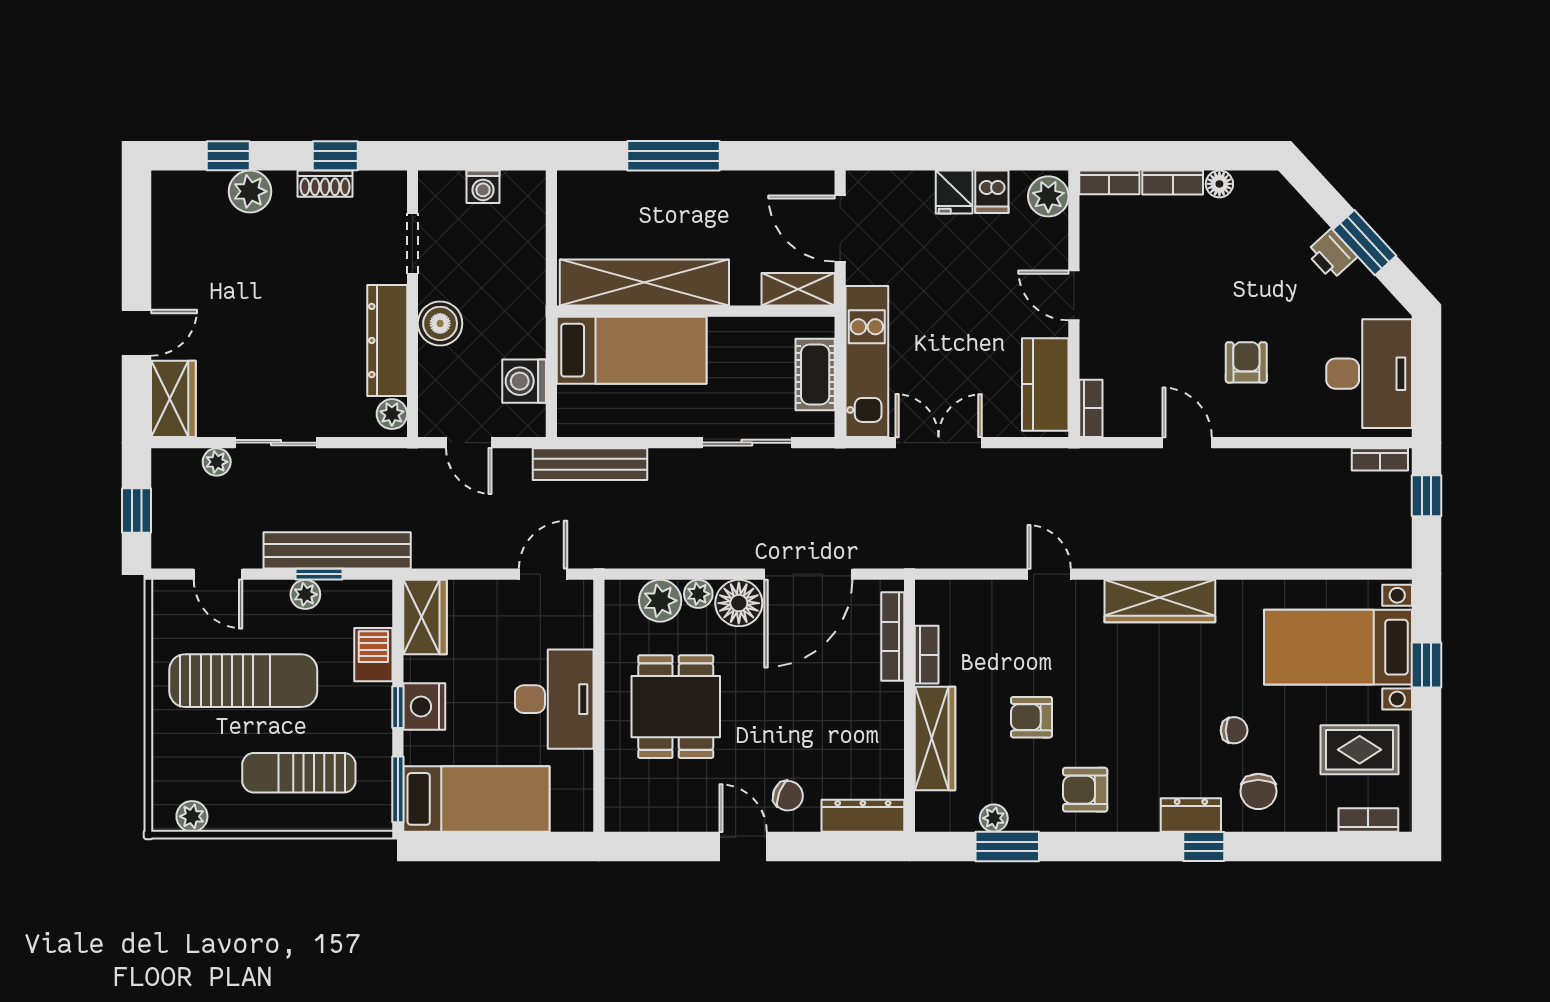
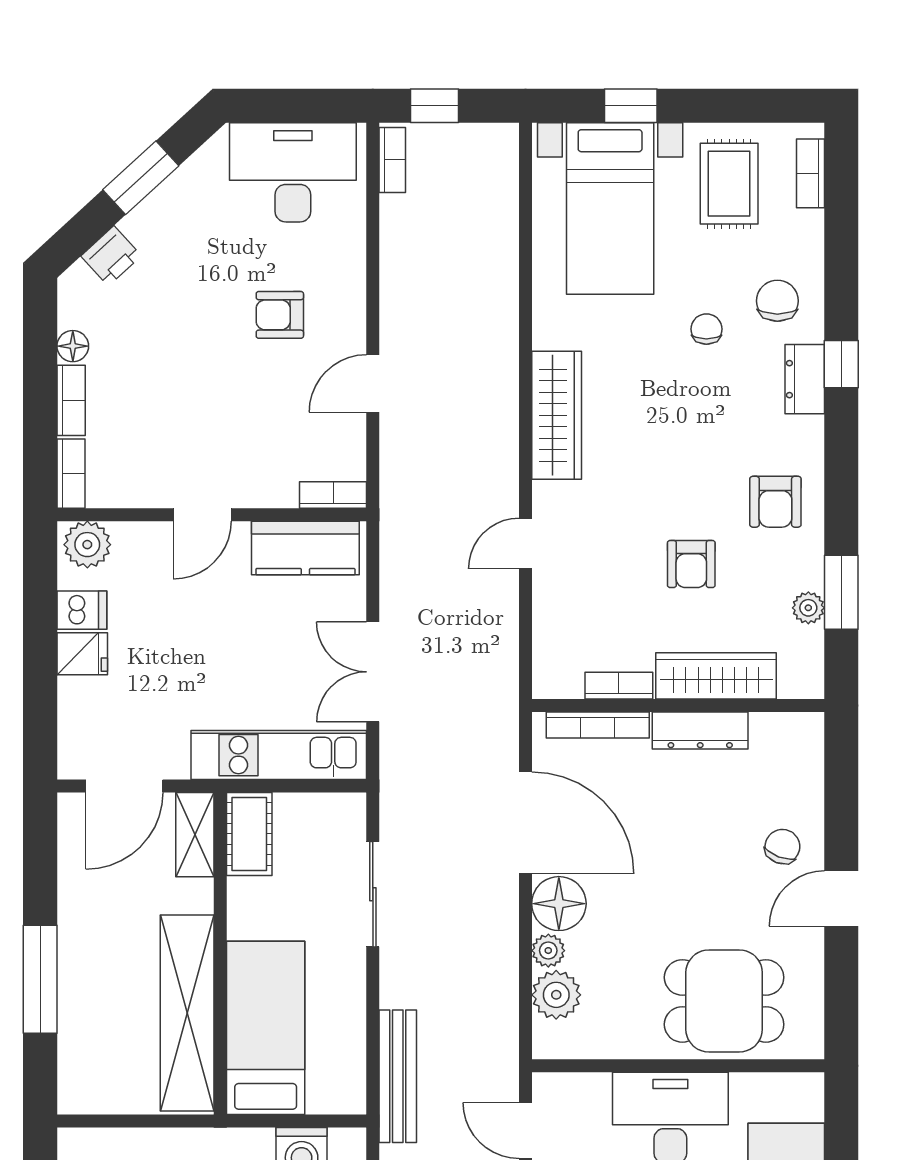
printer: (1332, 254) -> (111, 256), moved
cot: (815, 375) -> (249, 834), moved, turned 90
dining table: (676, 707) -> (724, 1001), moved
chair: (1258, 791) -> (777, 301), turned -90
dresser: (863, 816) -> (700, 731), moved, turned -90

